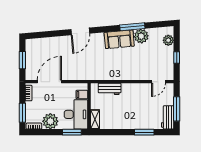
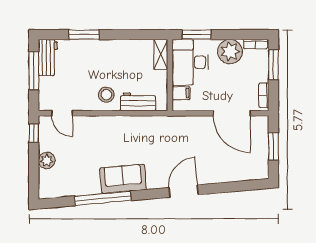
window: (132, 27) -> (103, 198), width x1.46
plant: (141, 36) -> (89, 184), removed
plant: (168, 40) -> (47, 160), moved
window: (177, 57) -> (34, 133), moved
door: (49, 82) -> (232, 113), hinge flipped
door: (159, 82) -> (62, 113), swing flipped
stool: (130, 93) -> (106, 95), added

